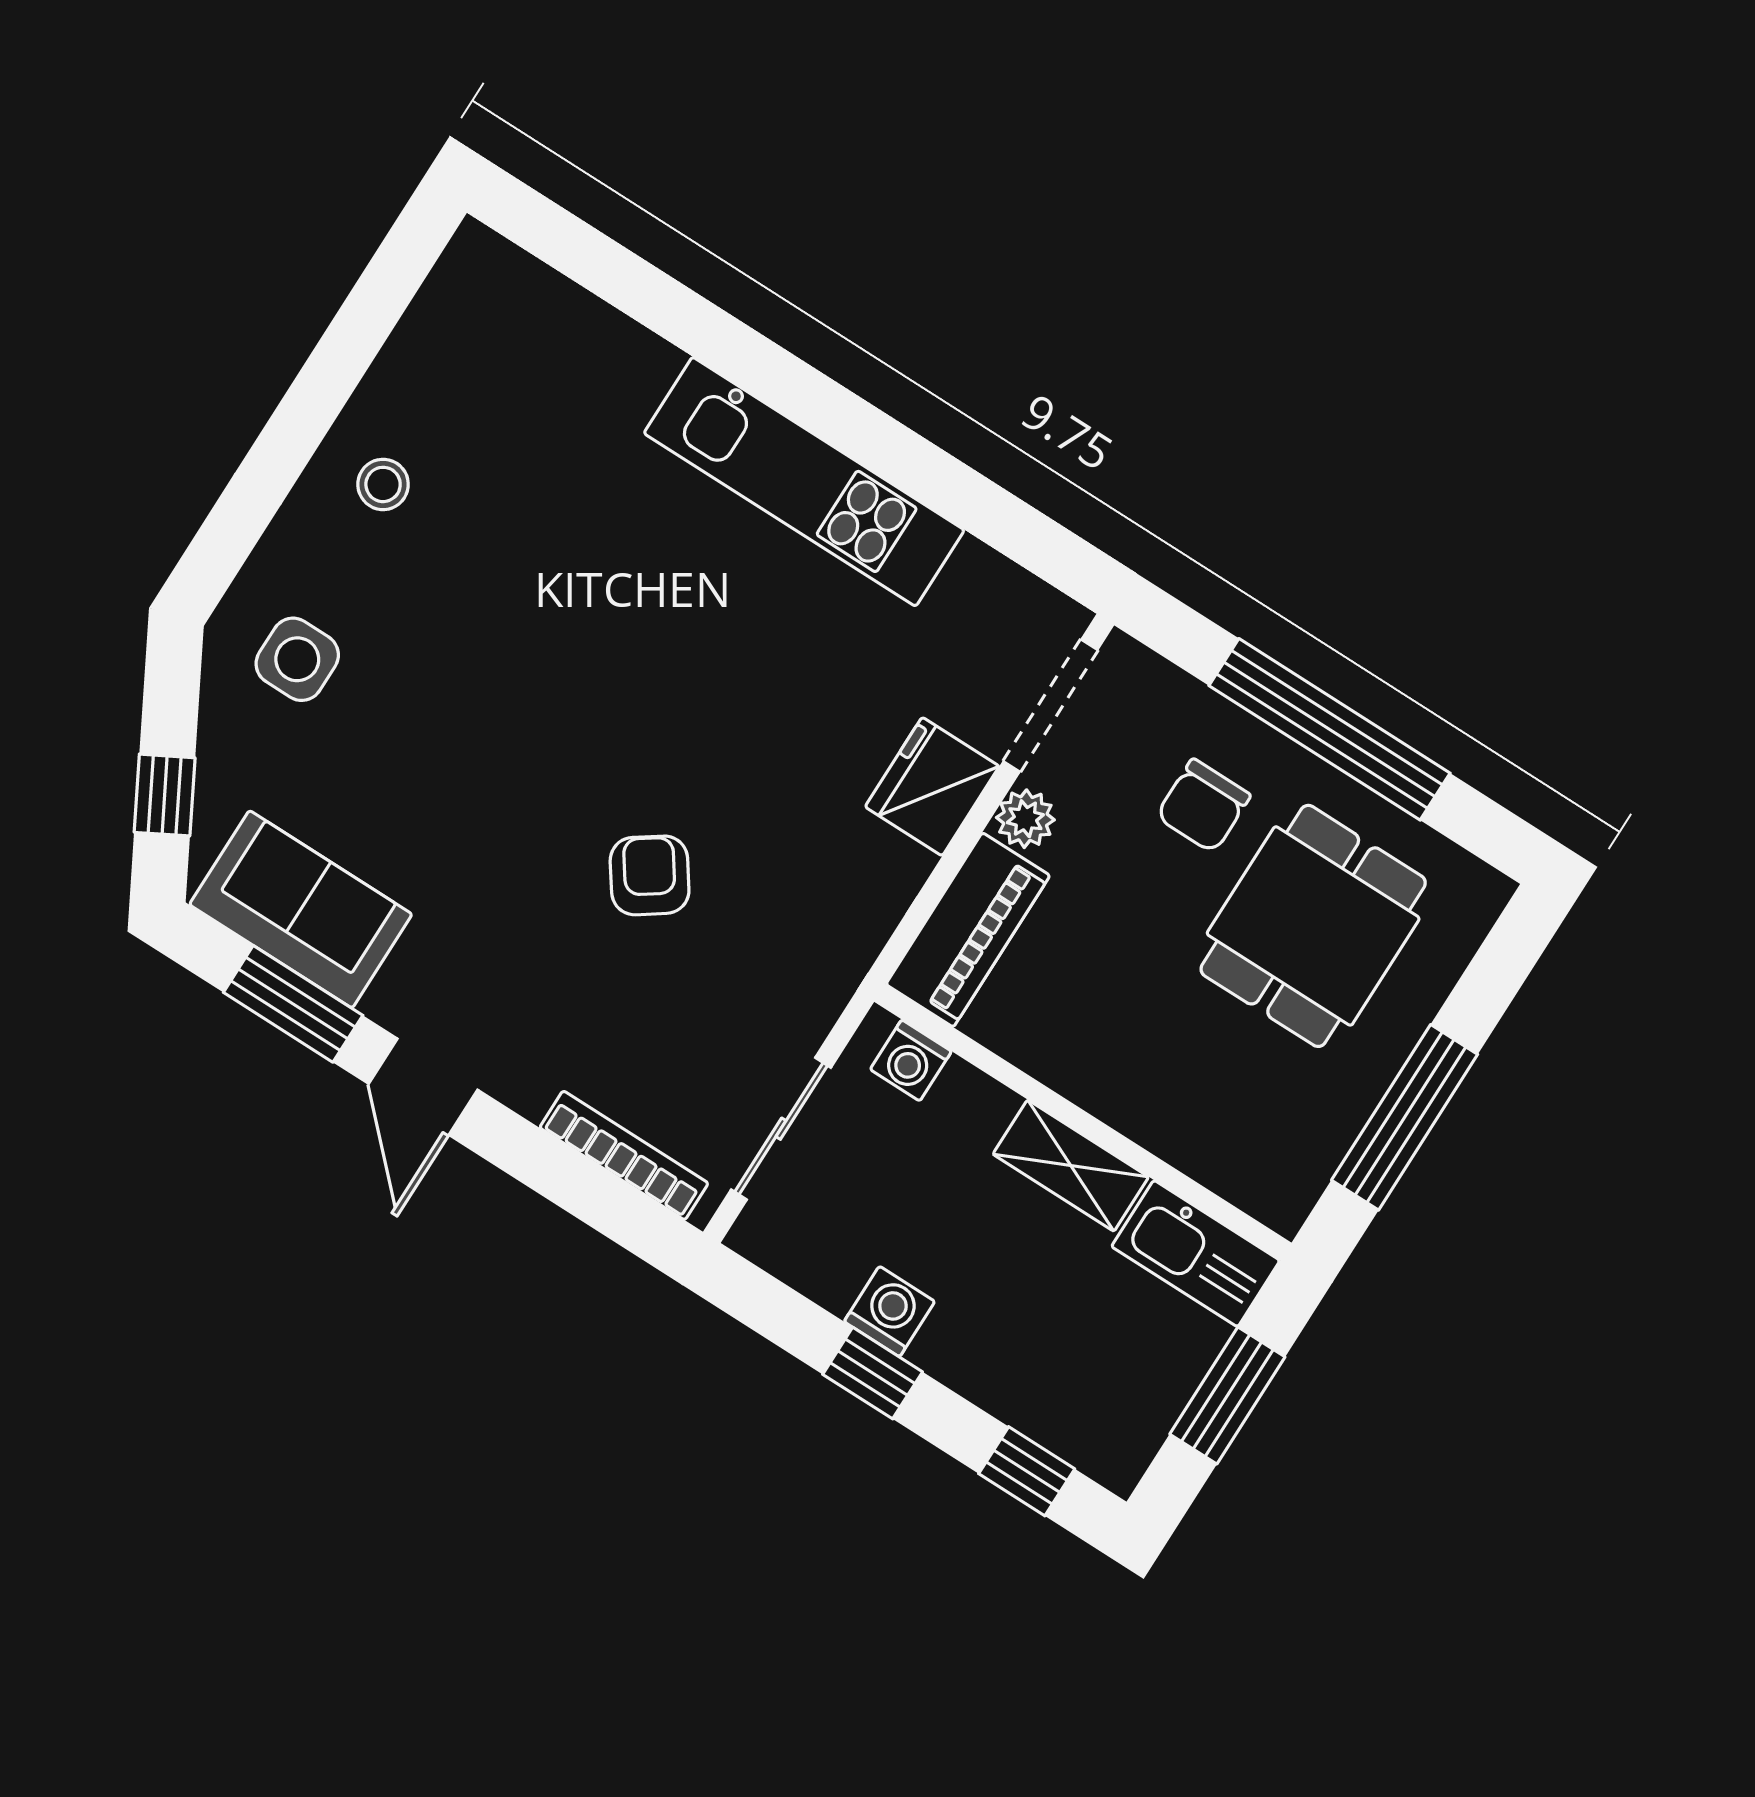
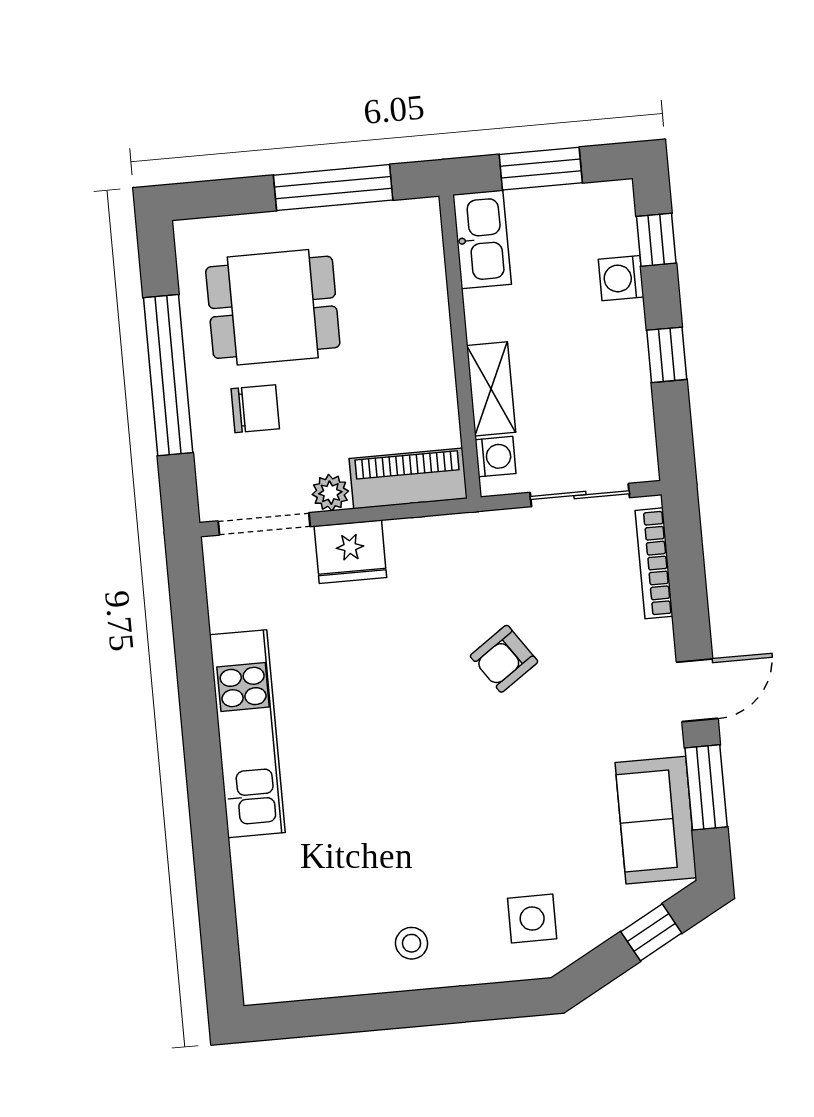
shelving: (1071, 1166) -> (491, 389), moved
washing machine: (889, 1312) -> (621, 278), moved

